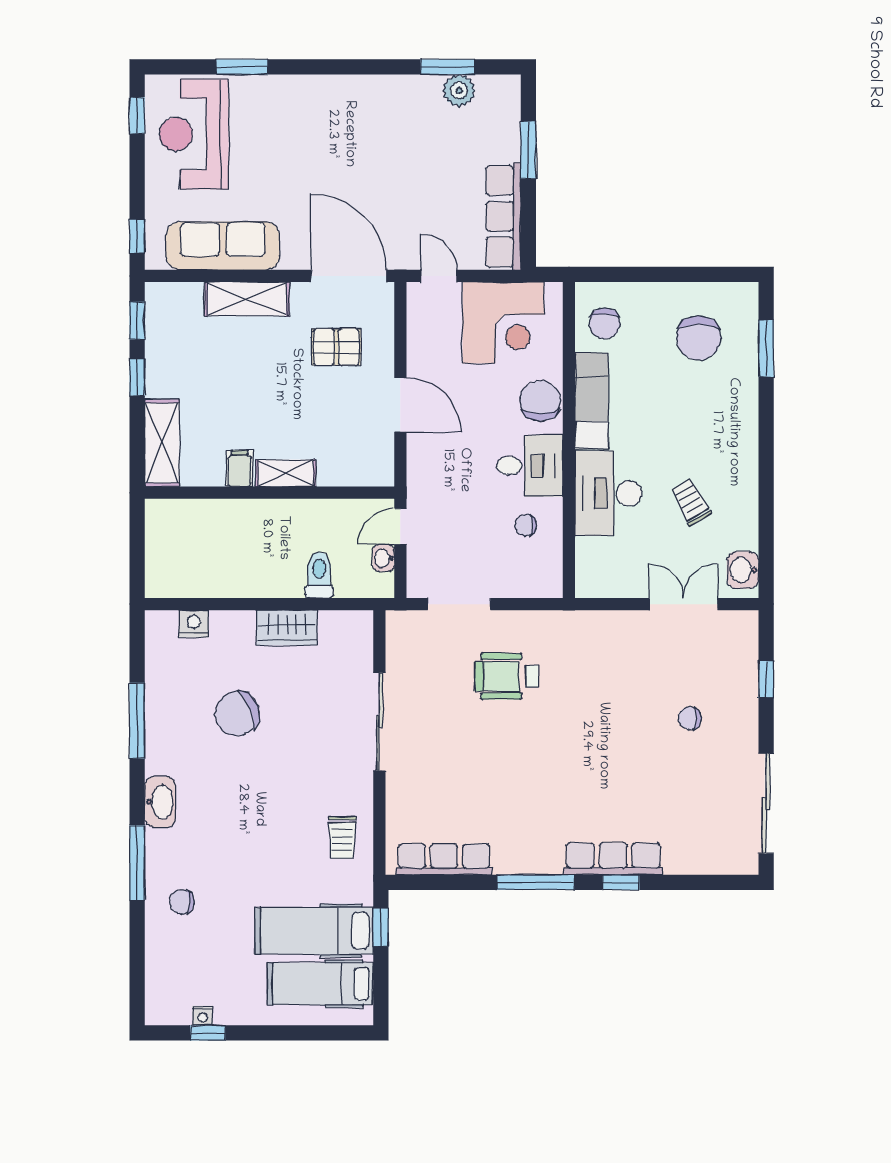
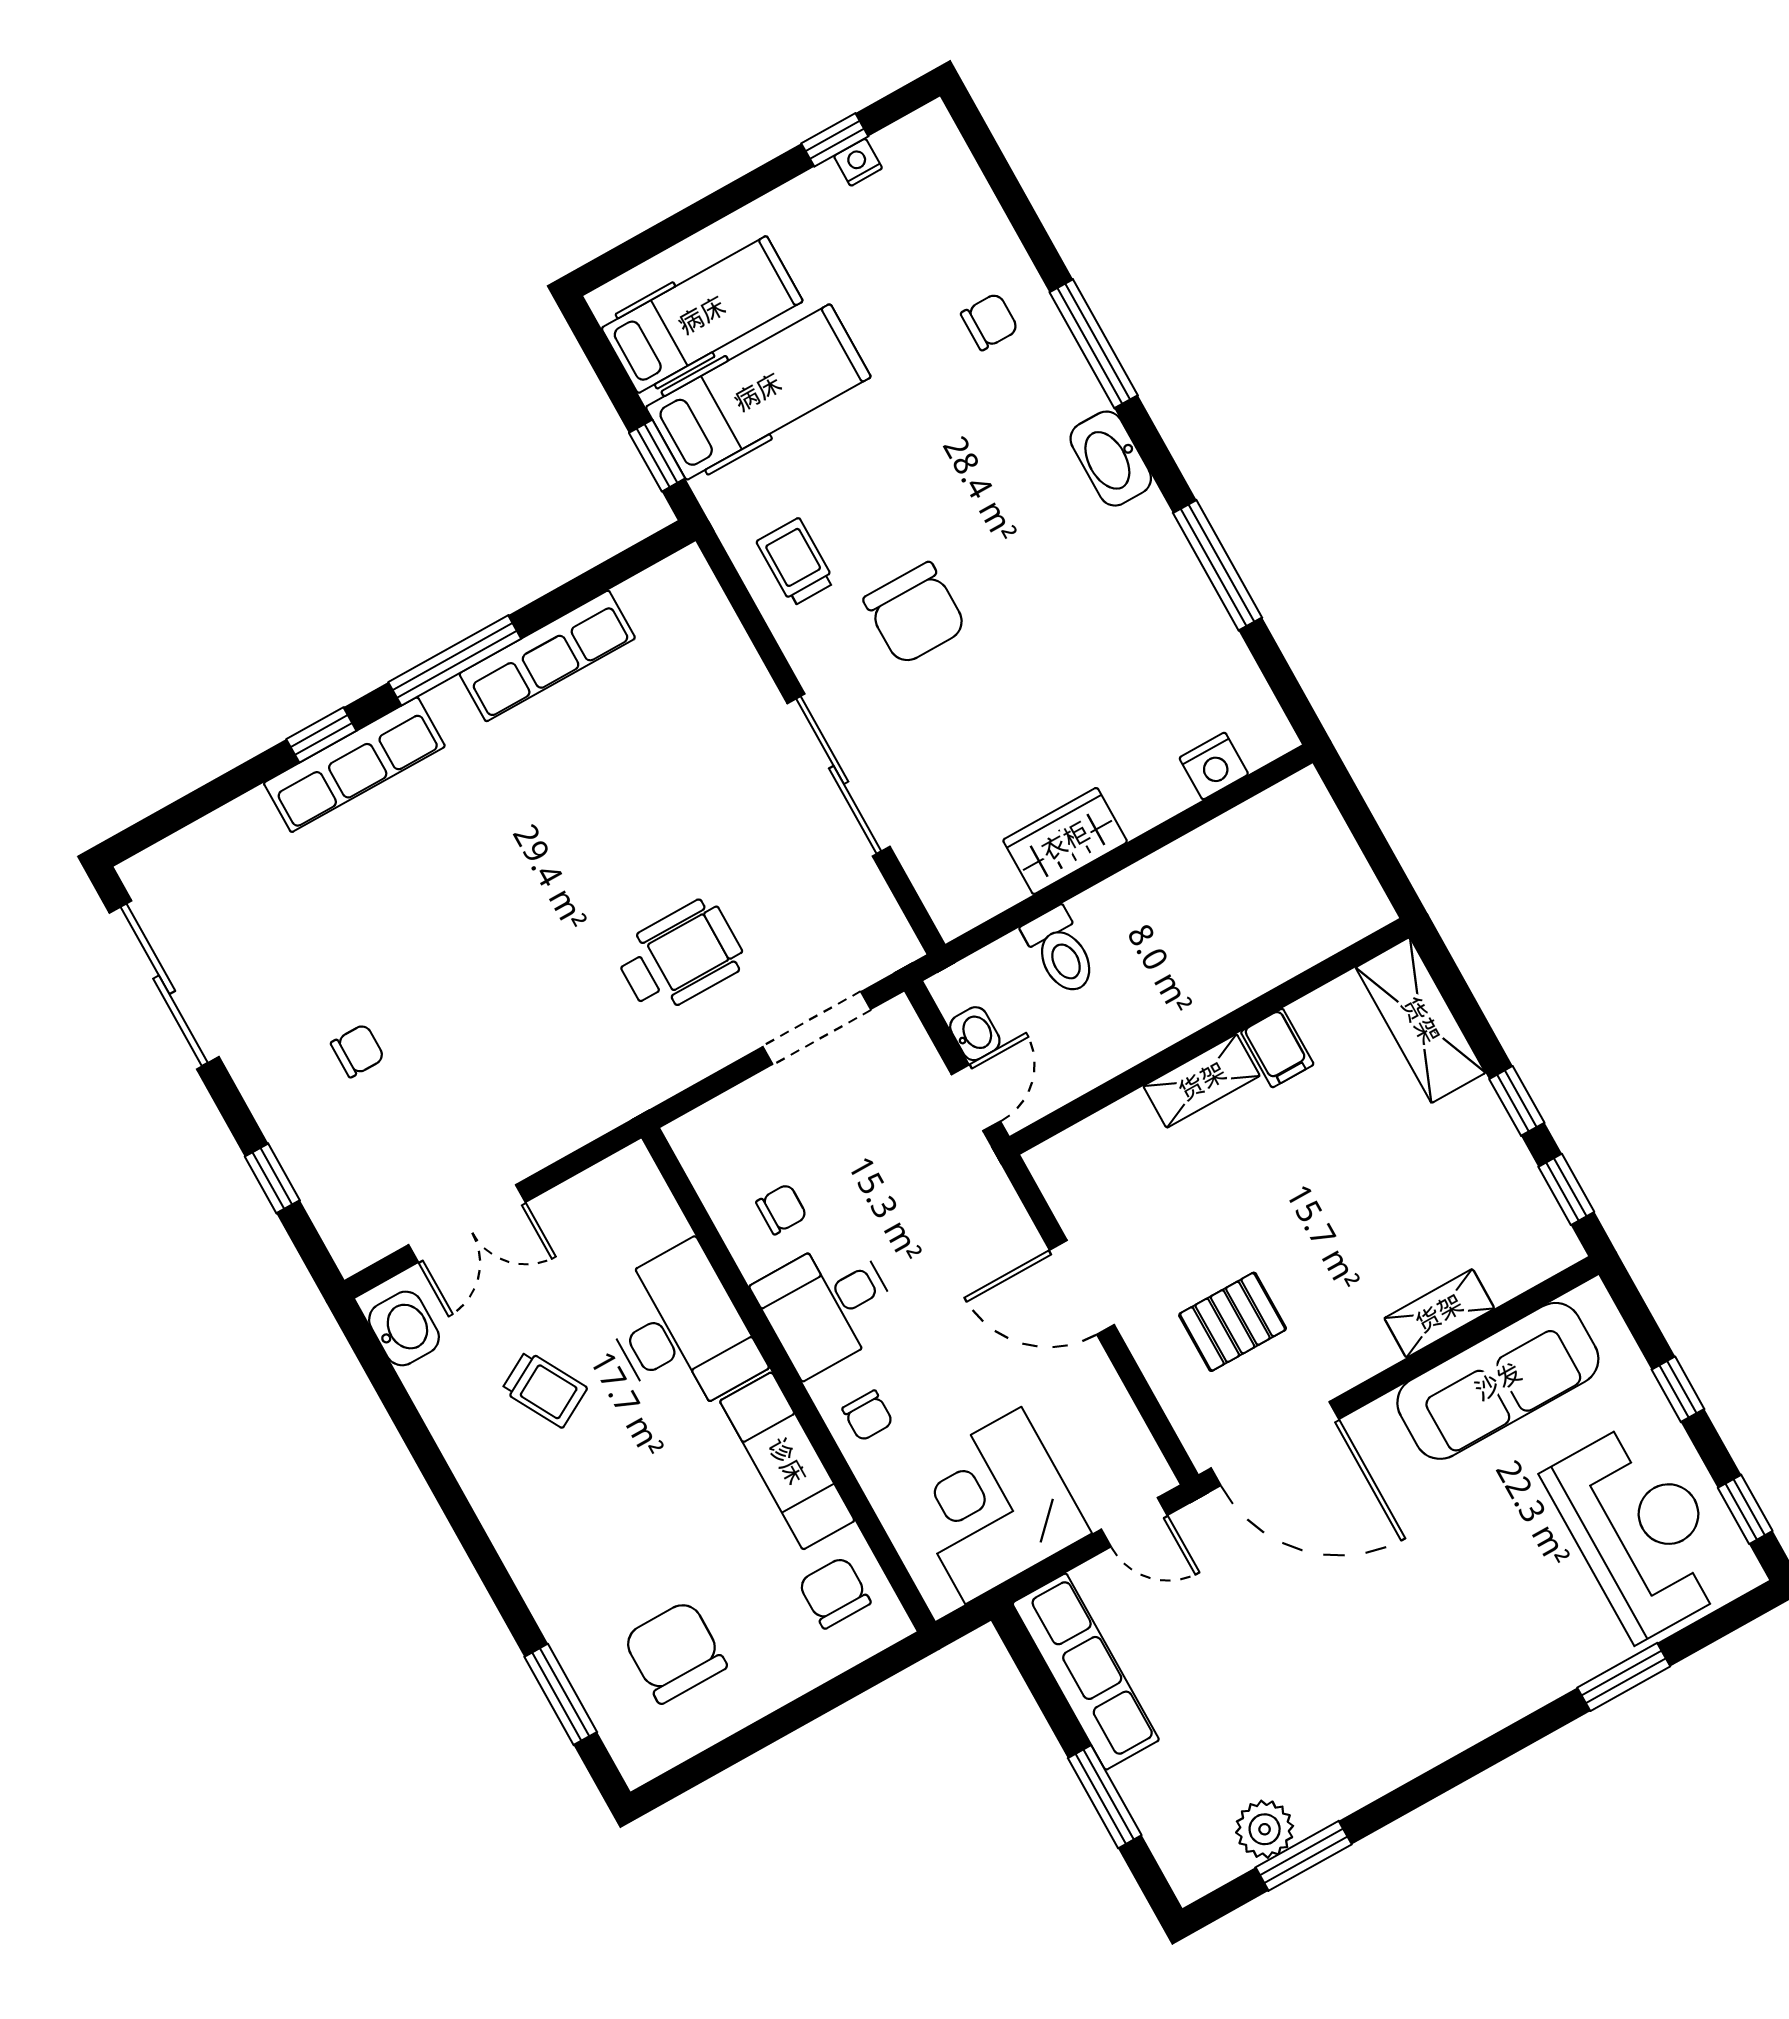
window: (137, 236) -> (1678, 1389), moved
shelving: (247, 299) -> (1439, 1313), width x0.67, depth x0.75
chair: (540, 401) -> (868, 1416), width x0.54, depth x0.54
chair: (237, 714) -> (915, 614), moved, turned 111
row of seats: (444, 859) -> (547, 656), moved

